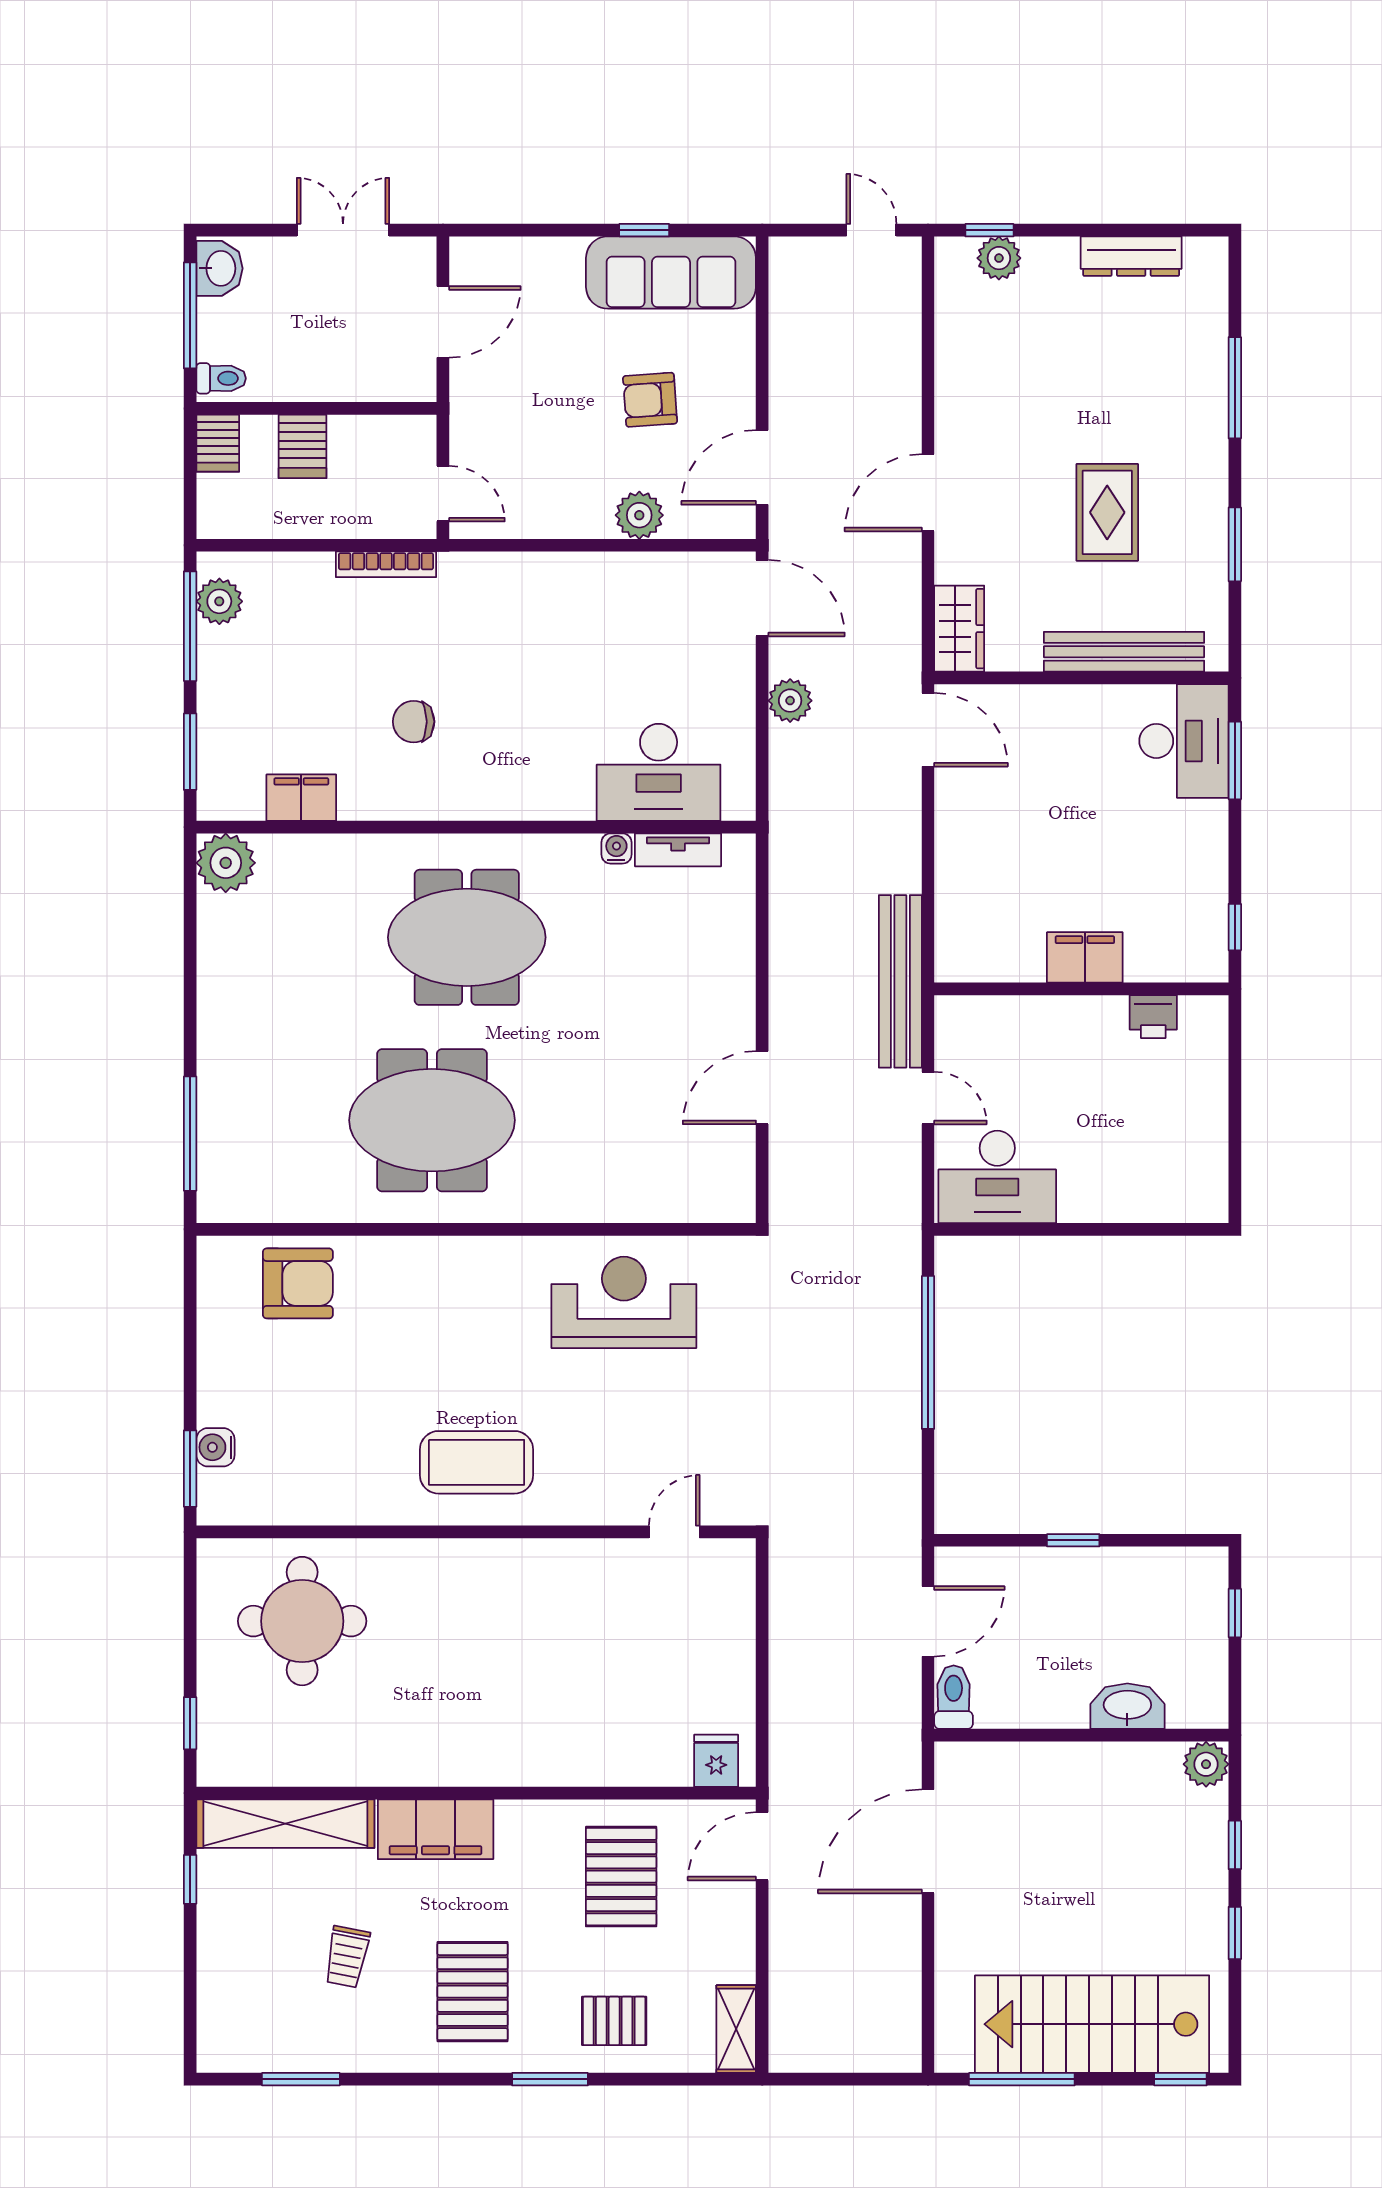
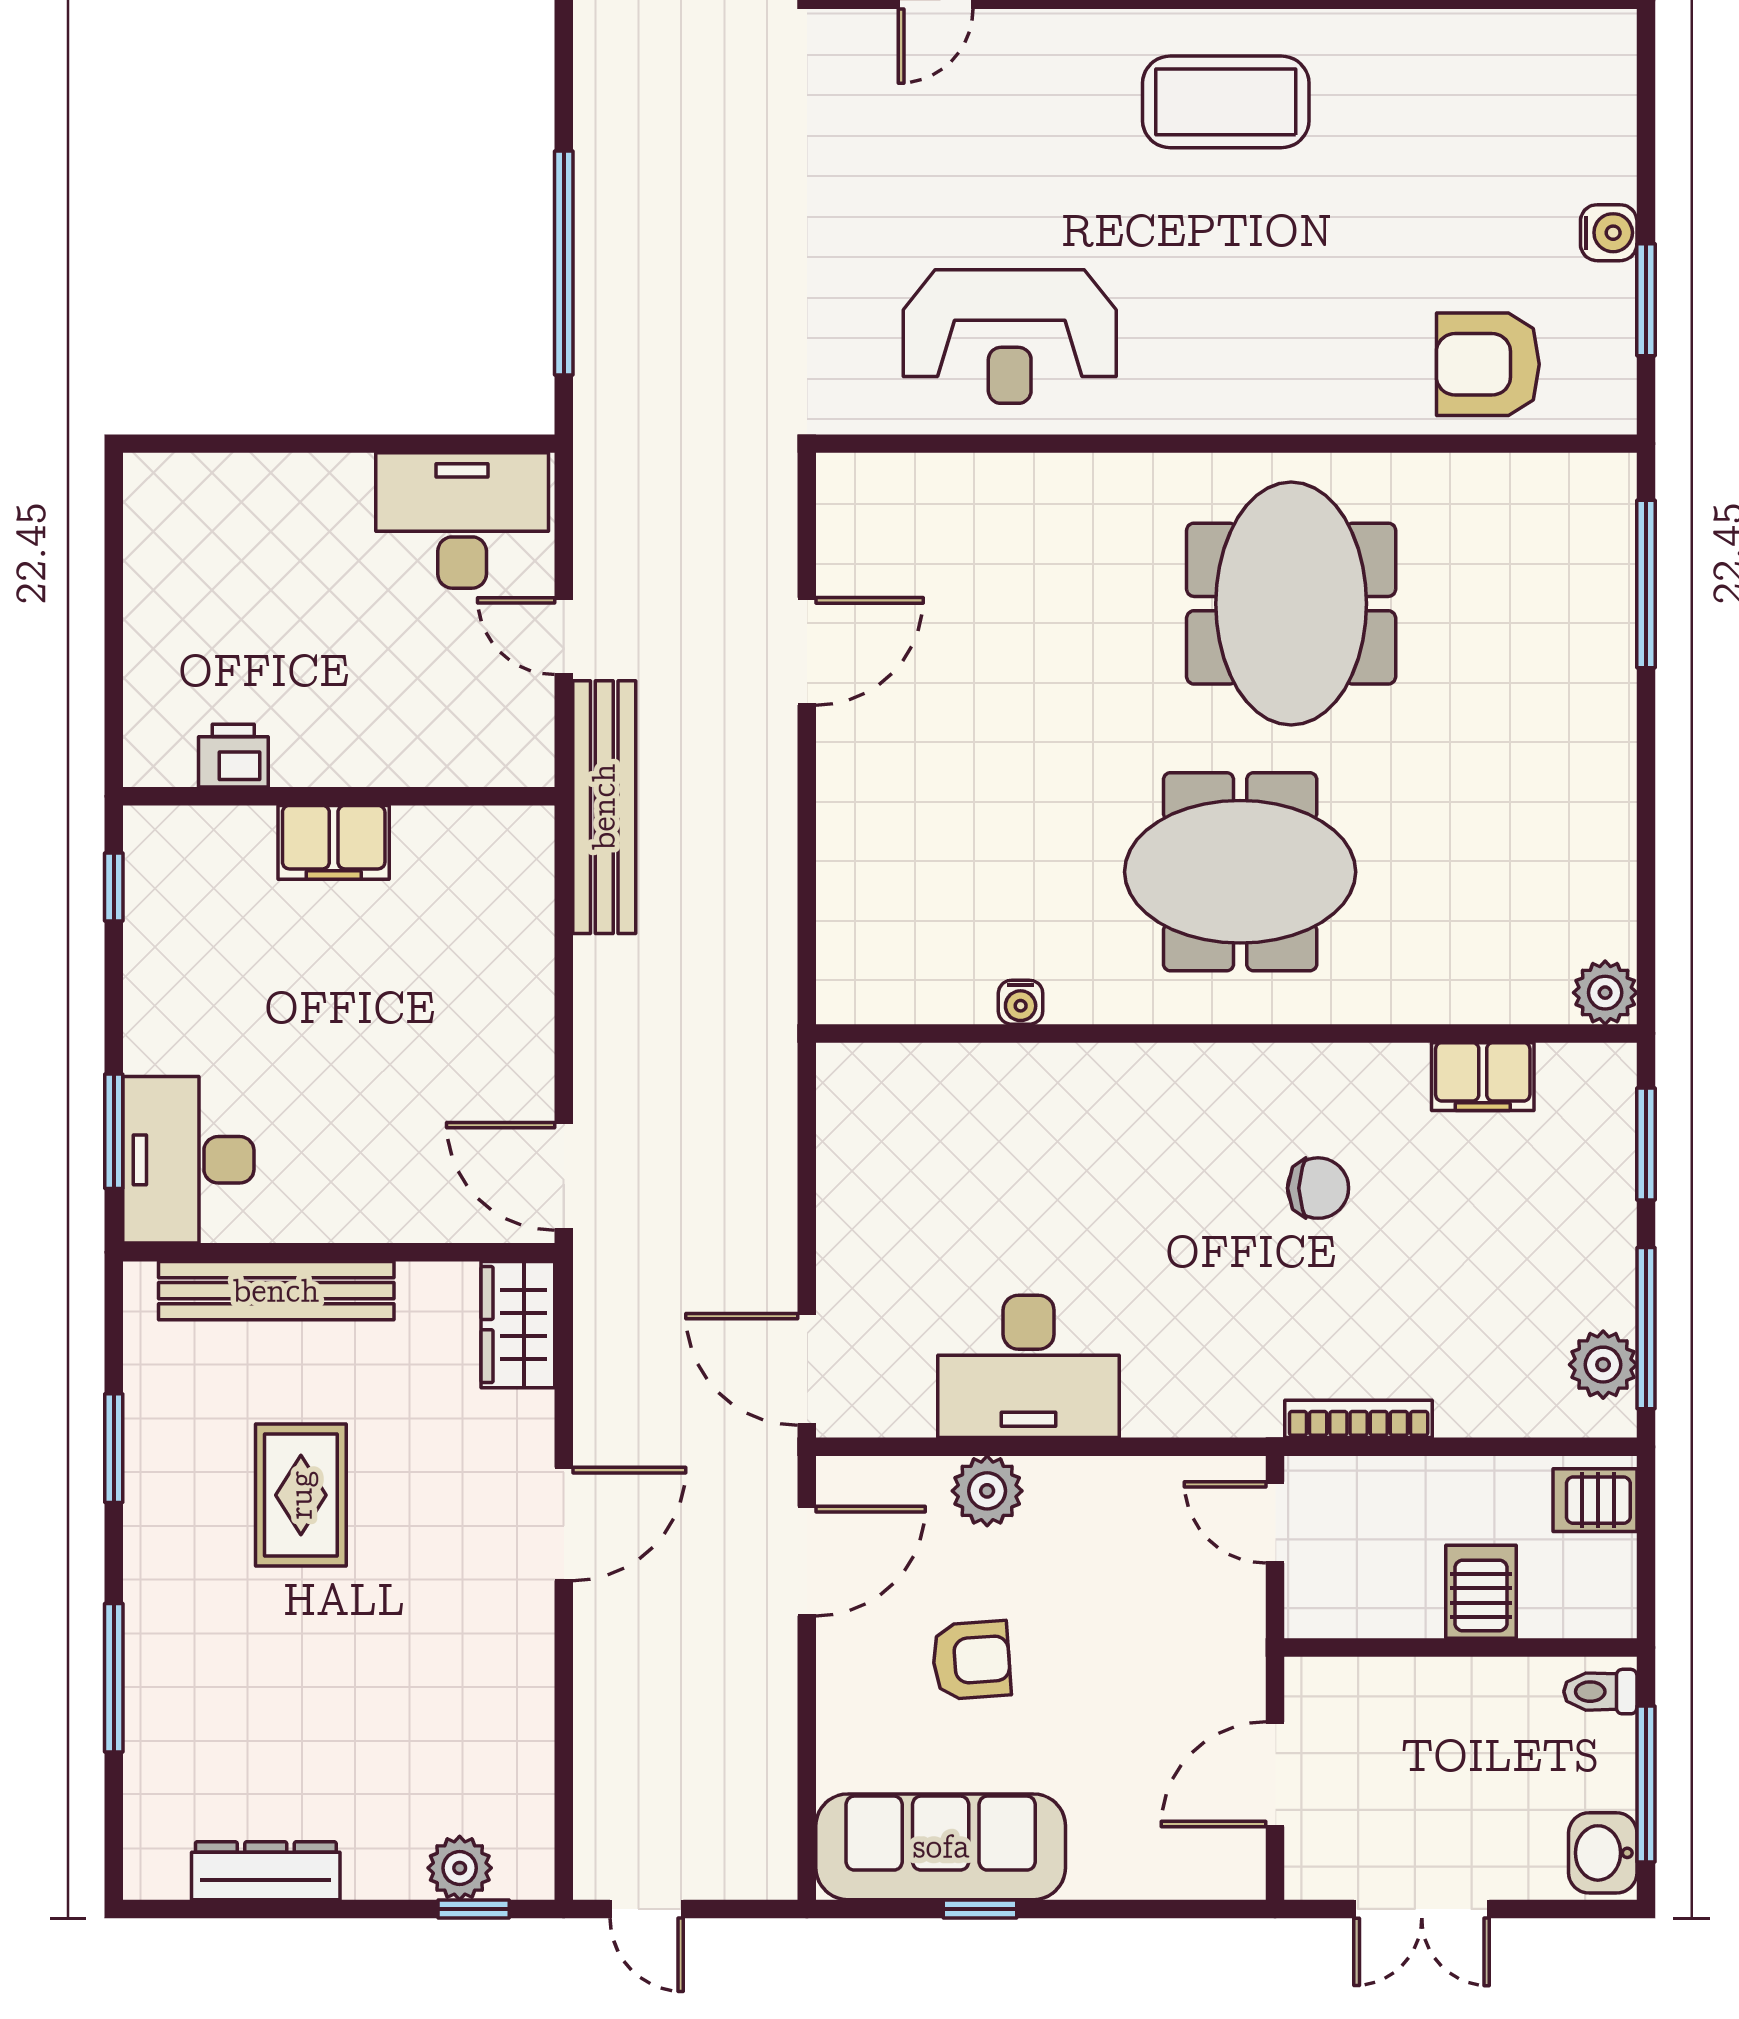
server rack: (218, 443) -> (1595, 1500), moved, turned -90
plant: (790, 701) -> (766, 1219), removed
desk: (659, 772) -> (1029, 1366), moved, turned 180
tv unit: (678, 850) -> (930, 1000), removed
plant: (226, 863) -> (1605, 993), width x0.73, depth x0.73
meeting table: (432, 1120) -> (1291, 604), turned 90
water cooler: (215, 1447) -> (1609, 233), moved
window: (190, 1469) -> (1646, 300), moved

